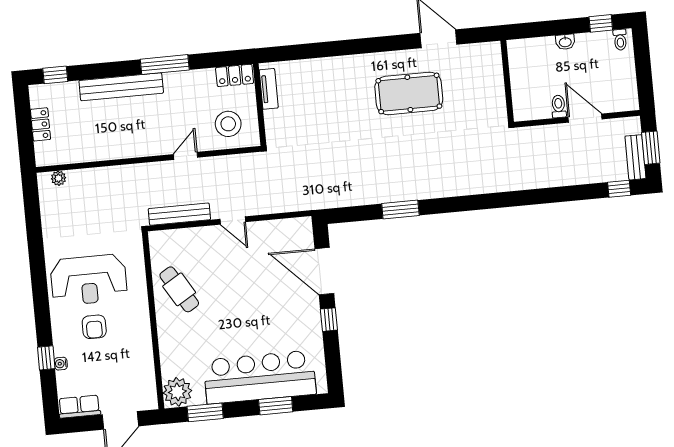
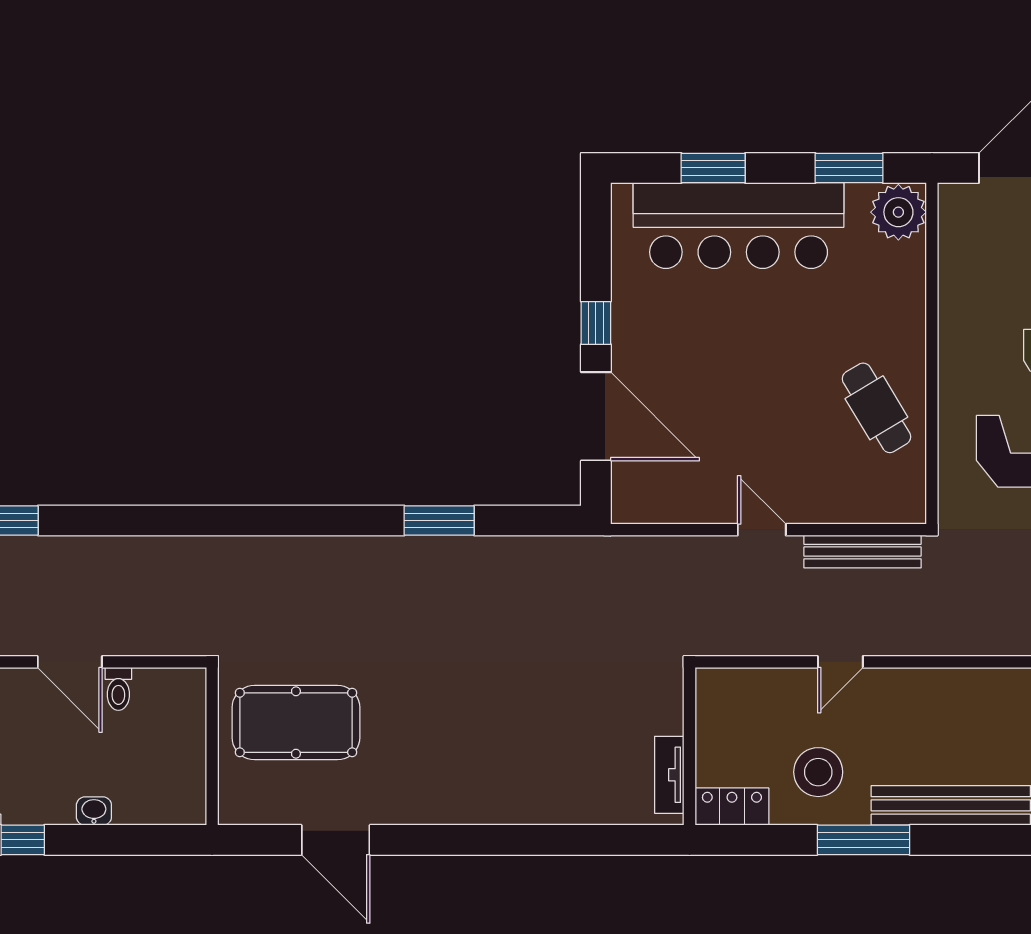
pool table: (409, 93) -> (296, 723), moved
stool: (228, 124) -> (818, 772), moved

